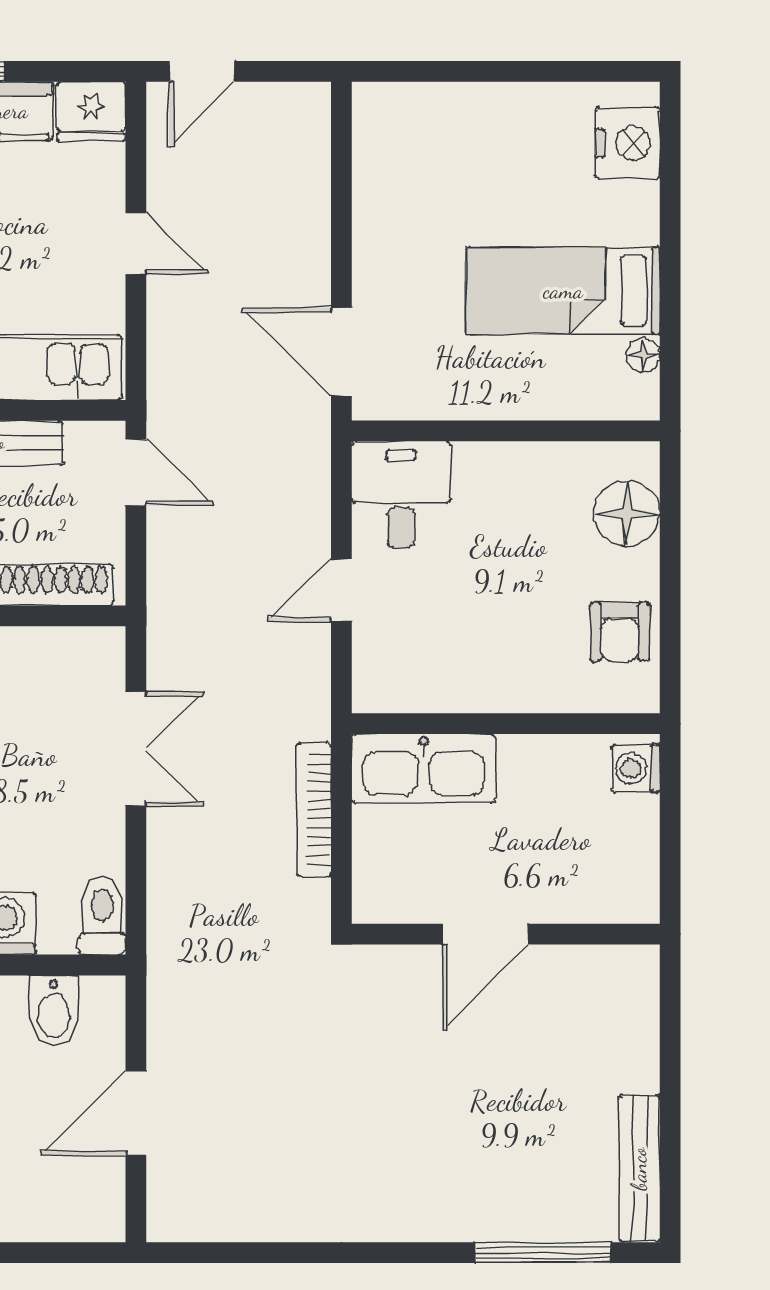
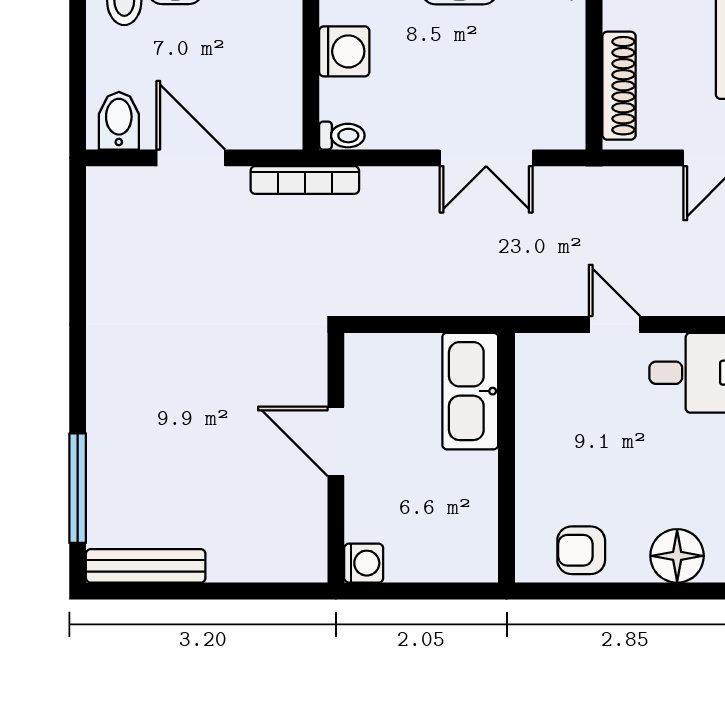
washing machine: (636, 769) -> (364, 563), moved, turned 90
bookcase: (314, 810) -> (305, 180), moved, turned 180
toilet: (102, 916) -> (342, 136), width x0.73, depth x0.72
bidet: (54, 1011) -> (119, 121), moved, turned 90

